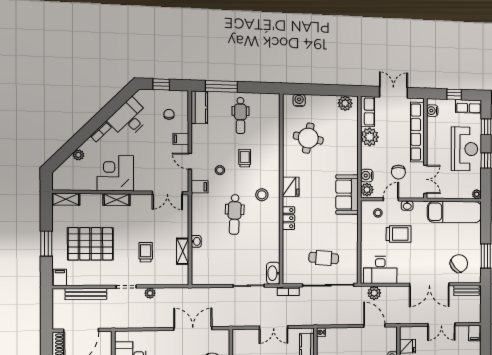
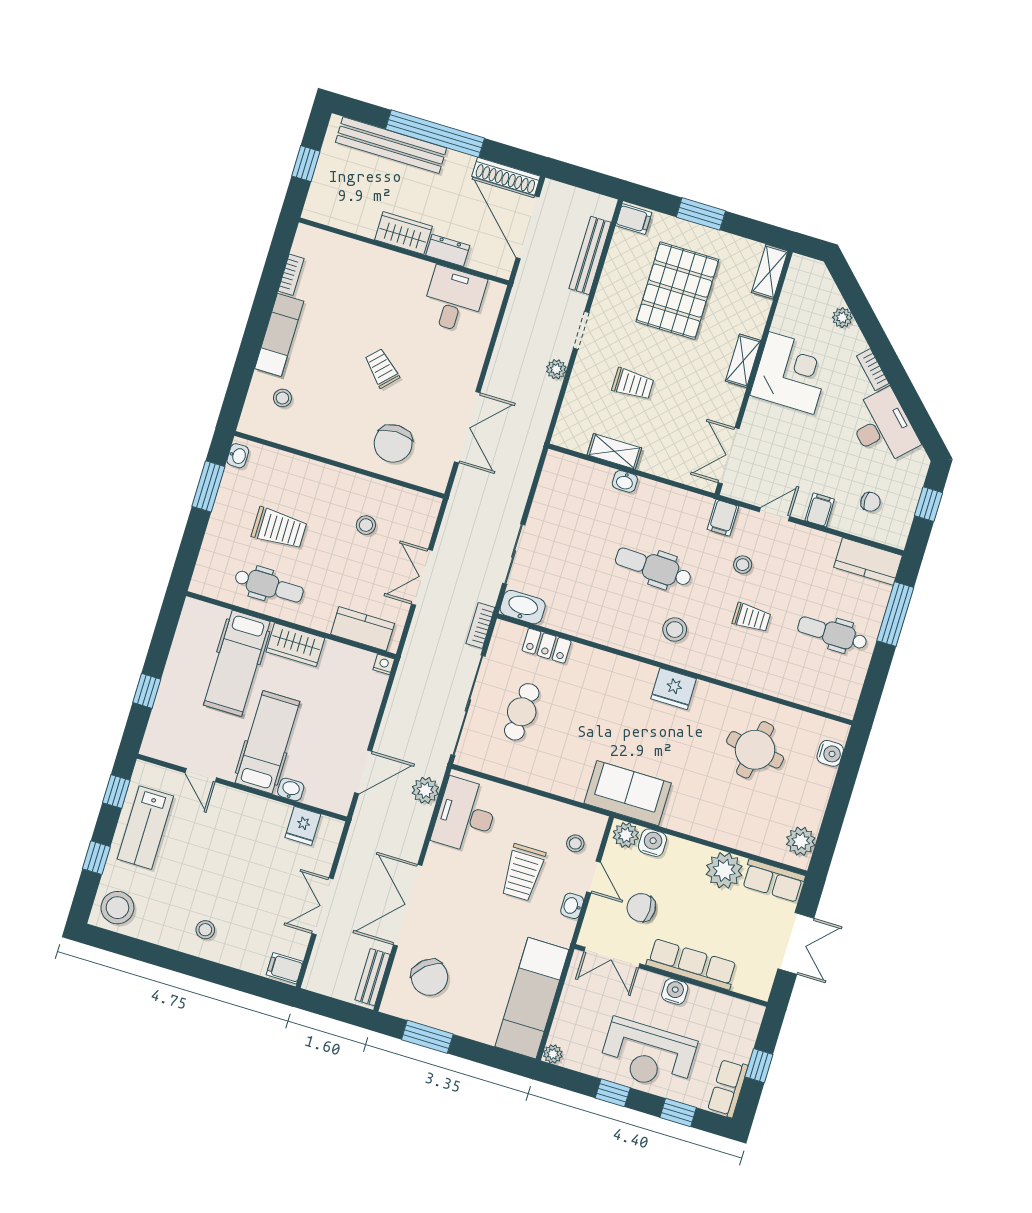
water cooler: (432, 111) -> (675, 991), moved
row of seats: (417, 132) -> (692, 964), width x0.73
locker: (289, 218) -> (547, 646), moved

